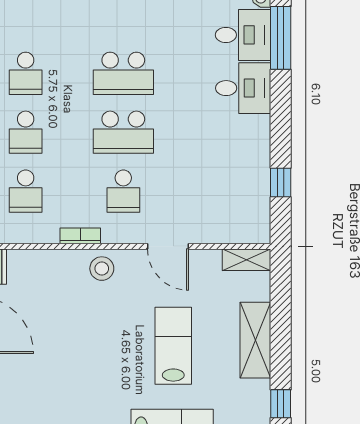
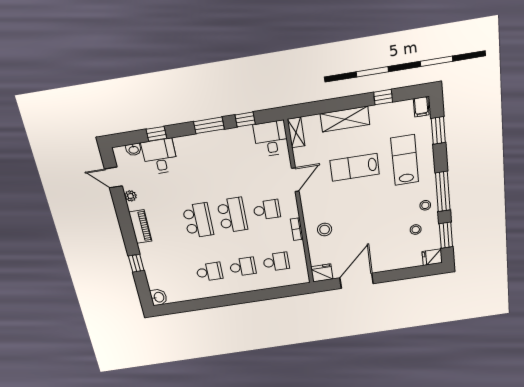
window: (281, 38) -> (156, 134), width x0.46
desk: (243, 88) -> (271, 139), moved
window: (281, 124) -> (209, 125), added
stool: (102, 269) -> (325, 230), moved

